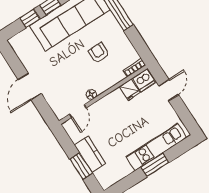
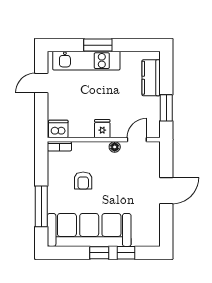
fridge: (130, 90) -> (102, 129), moved
door: (169, 90) -> (41, 83), moved
kitchen counter: (90, 154) -> (151, 78), moved
window: (81, 166) -> (166, 108), moved

